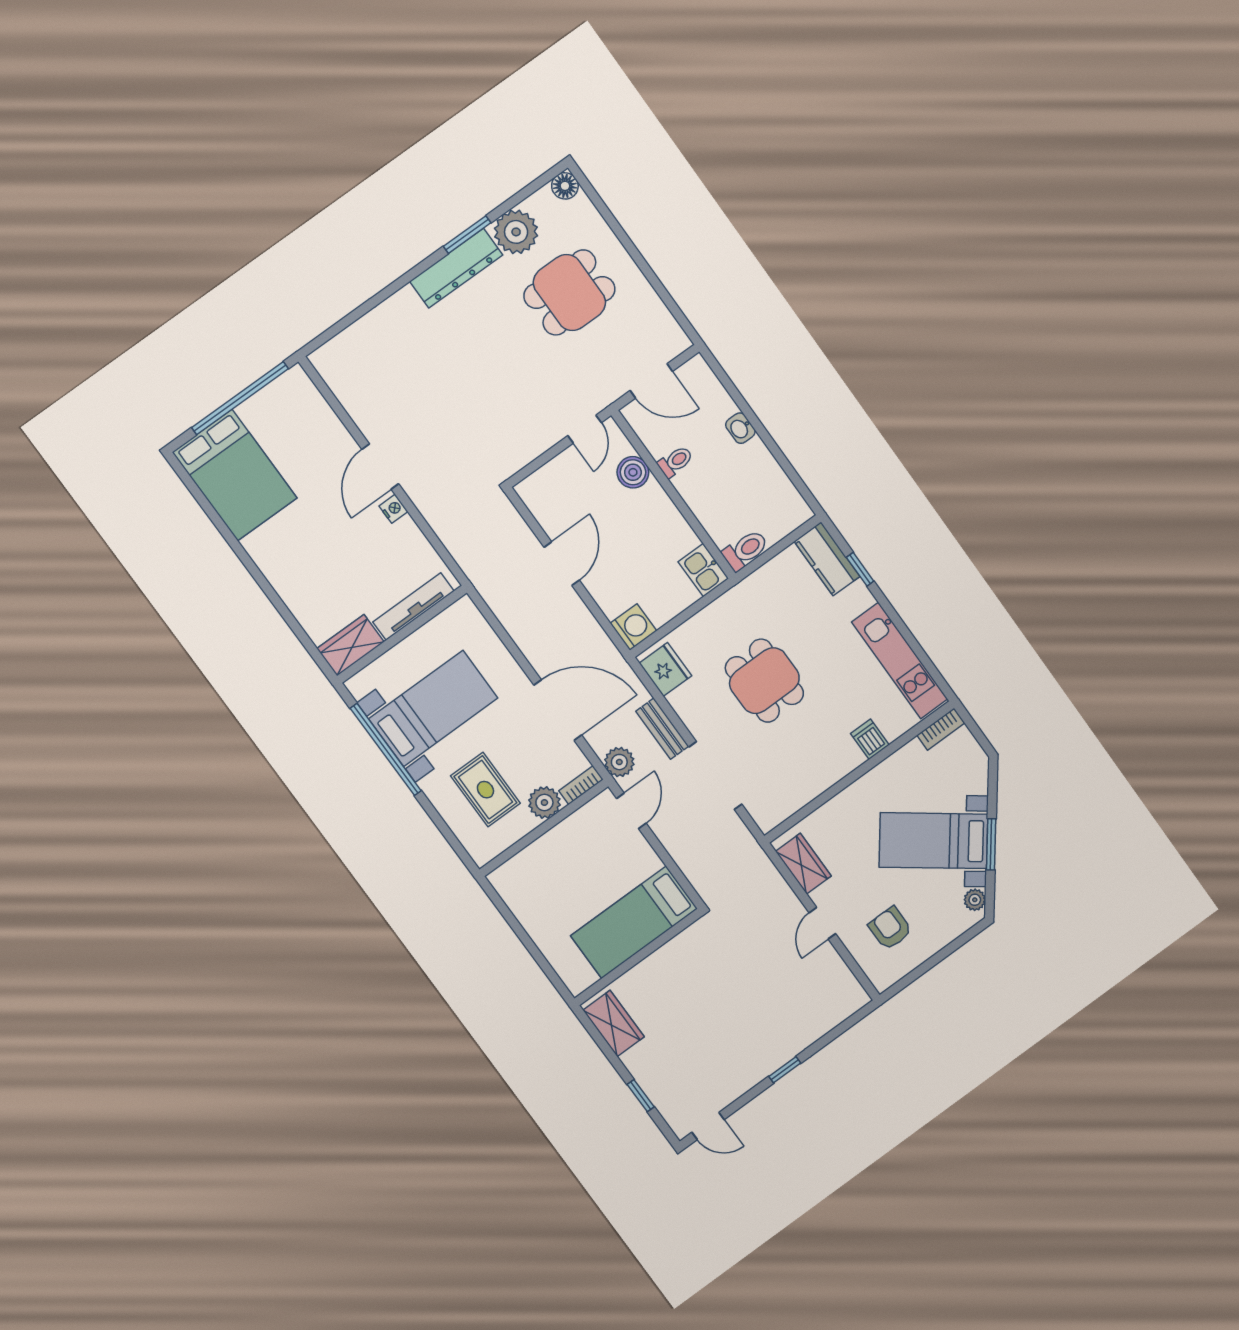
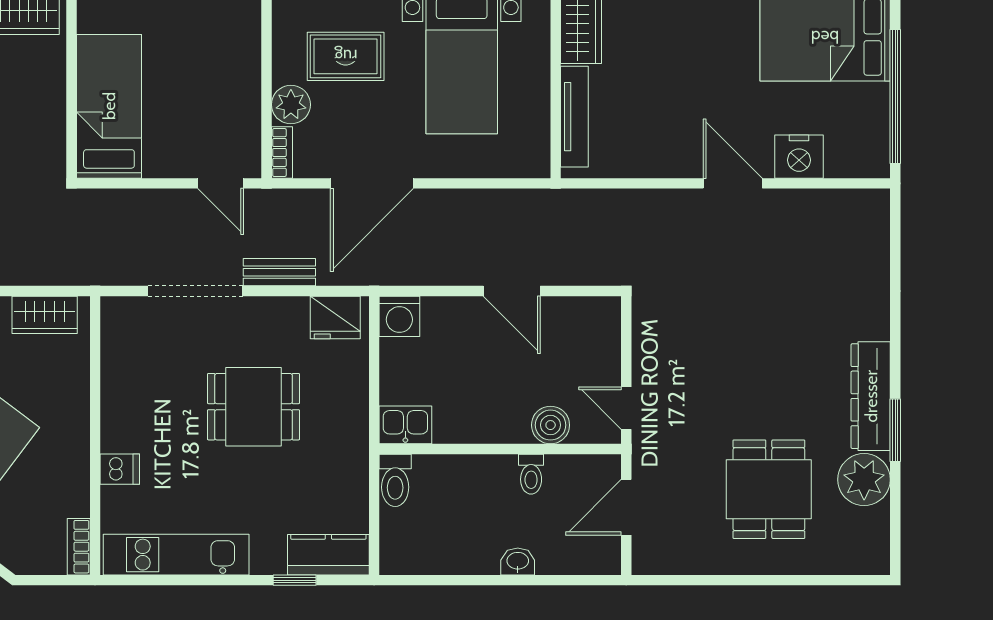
floor lamp: (565, 186) -> (874, 559), removed
nightstand: (393, 509) -> (799, 157), moved, width x1.89, depth x1.79
plant: (619, 762) -> (277, 207), removed

